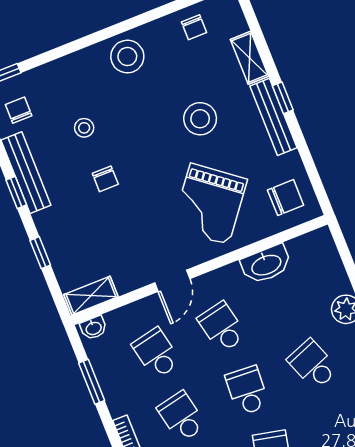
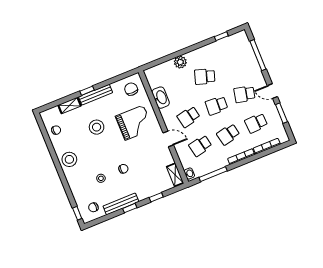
grand piano: (209, 204) -> (134, 123), turned -38
school desk: (313, 364) -> (205, 77), turned 39
window: (92, 382) -> (213, 174), width x1.44

